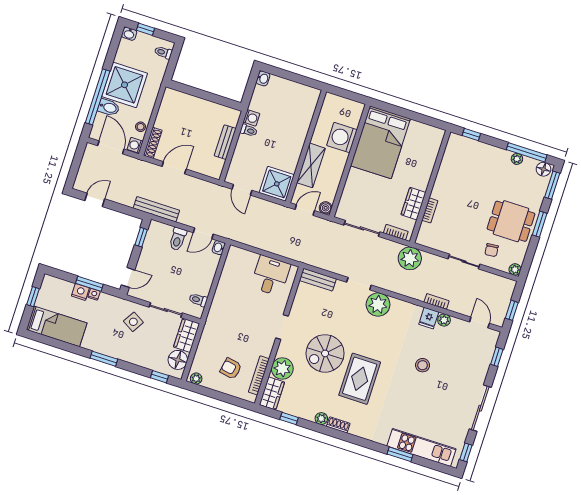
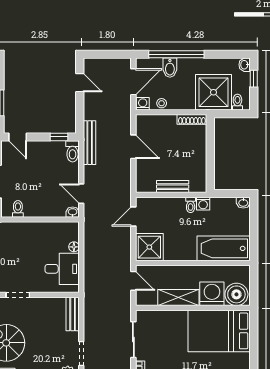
shower: (125, 85) -> (213, 92), moved
bathtub: (301, 112) -> (224, 248), added
shoe rack: (153, 143) -> (192, 119), moved
shelving: (311, 165) -> (178, 298), moved
boiler: (326, 208) -> (236, 294), moved, width x1.86, depth x1.86
toilet: (178, 239) -> (73, 151), moved, turned -90
floor lamp: (253, 257) -> (74, 247), added

